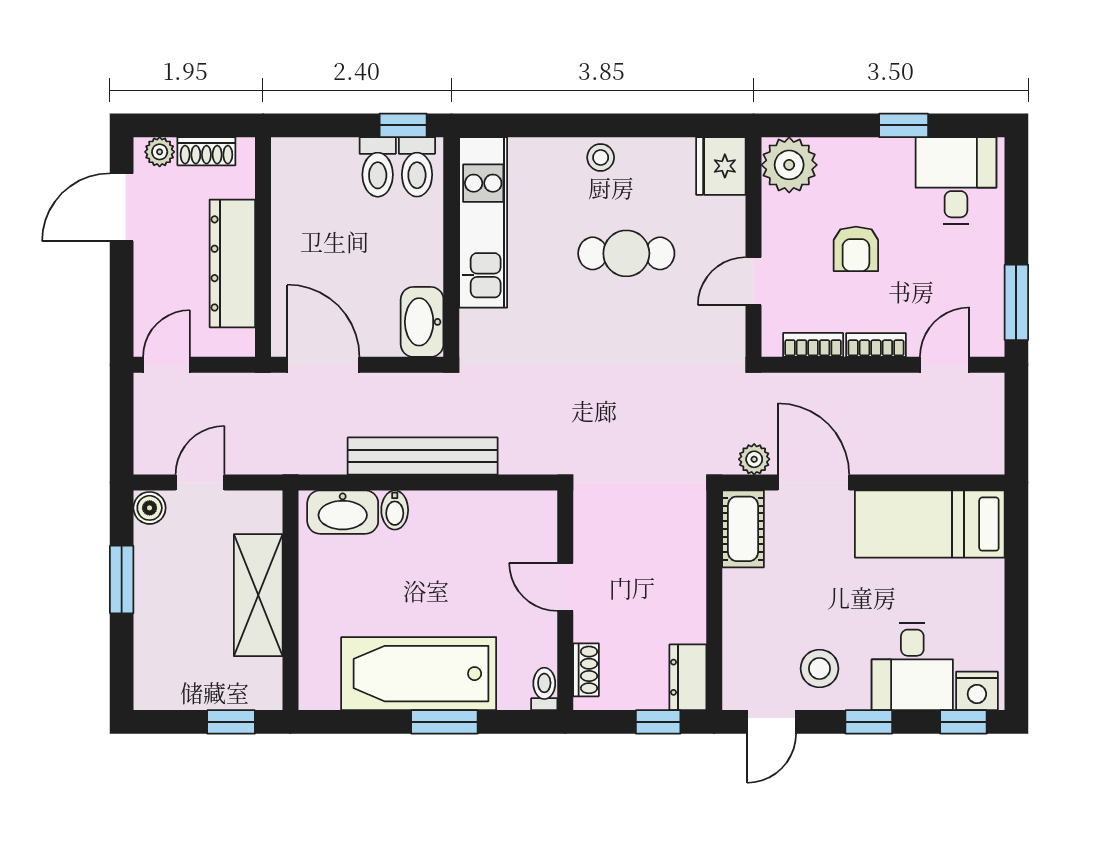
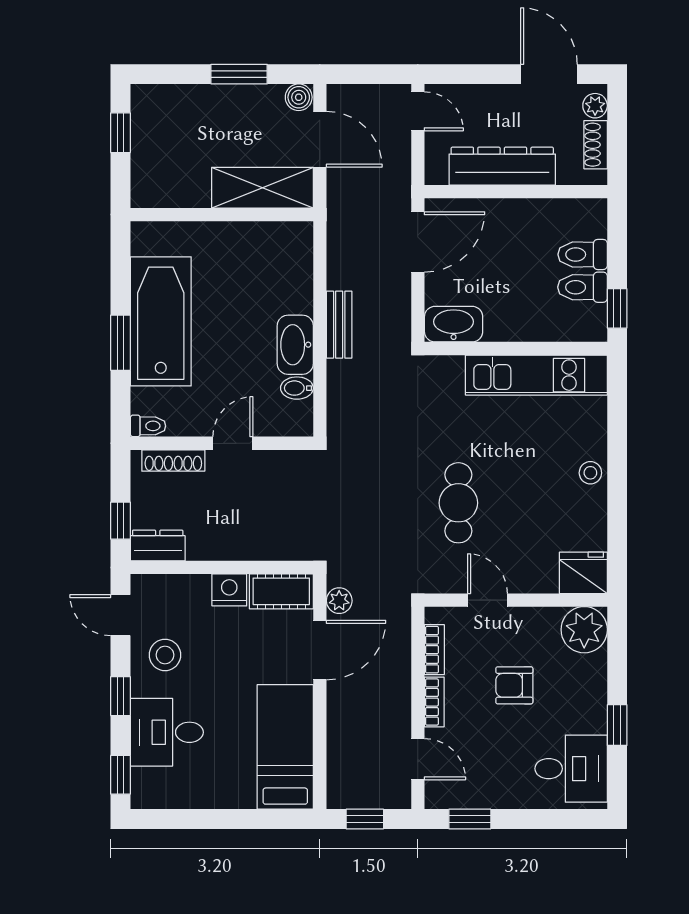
toilet: (417, 167) -> (583, 254), moved
cafe table: (626, 253) -> (458, 503), moved
window: (1016, 302) -> (470, 819), width x0.67
window: (1016, 428) -> (365, 819), added
bench: (423, 456) -> (339, 325), width x0.54, depth x0.82
door: (200, 483) -> (320, 139), width x1.37
bidet: (395, 510) -> (297, 388), moved
washbasin: (343, 512) -> (295, 345), moved
shelving: (258, 595) -> (262, 188), moved
shoe rack: (586, 670) -> (173, 461), width x1.43
nightstand: (977, 691) -> (229, 590), moved, turned 90
window: (231, 722) -> (121, 133), moved

